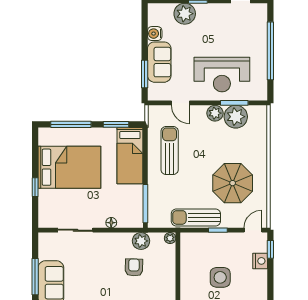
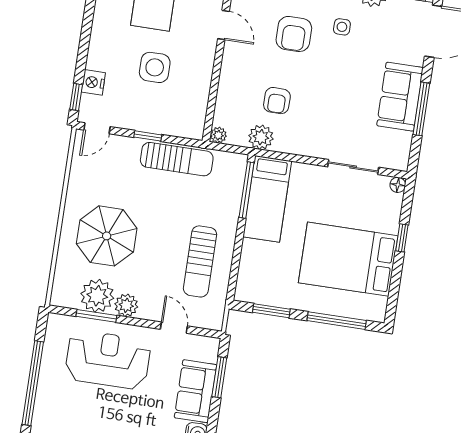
bed: (130, 156) -> (267, 199), moved, turned 180
parasol: (233, 183) -> (107, 236), moved
floor lamp: (111, 223) -> (398, 185), moved

